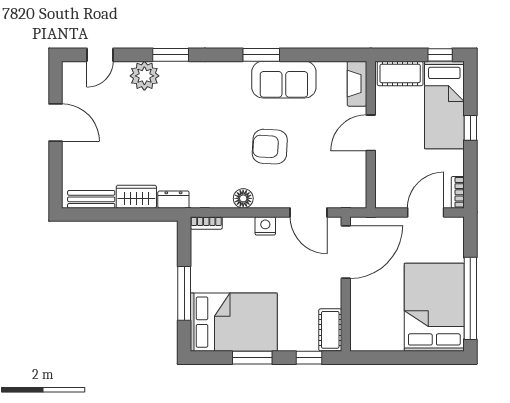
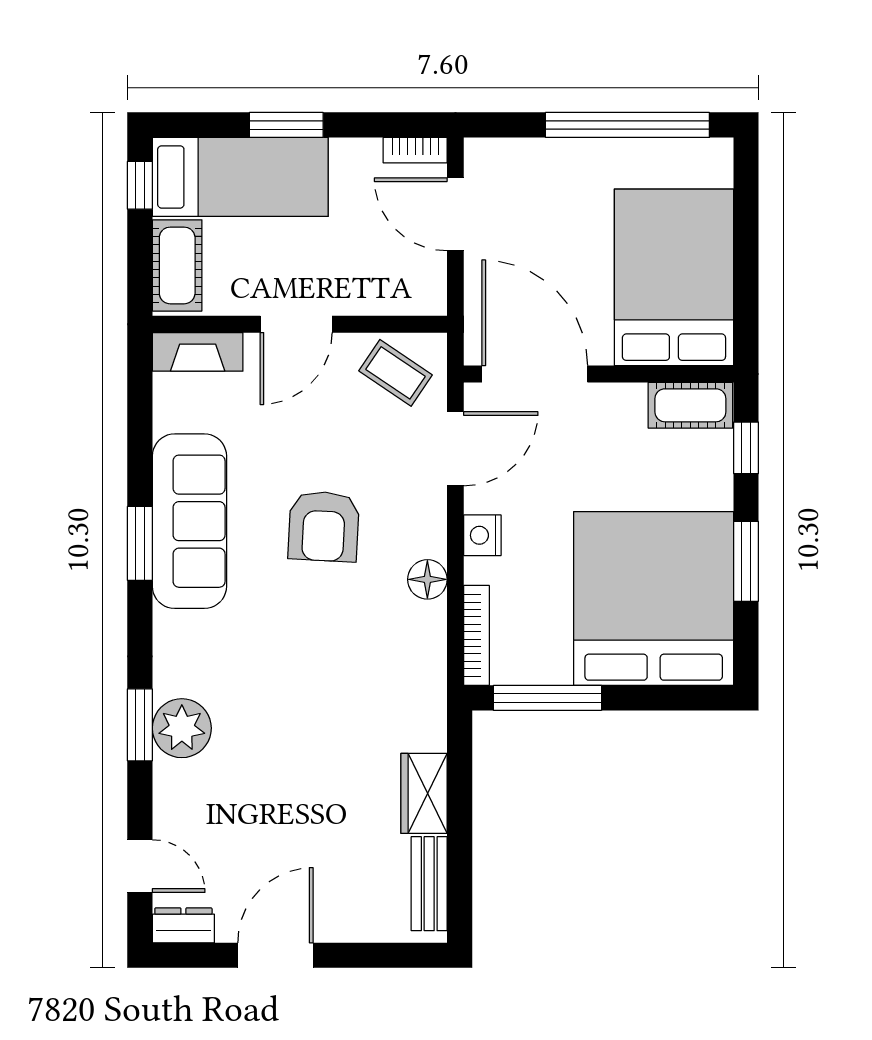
plant: (144, 76) -> (182, 728), moved
sofa: (284, 80) -> (189, 521), width x1.36
window: (470, 128) -> (286, 125), width x1.50
door: (371, 133) -> (296, 324), hinge flipped
coffee table: (346, 182) -> (395, 373), added
dresser: (173, 200) -> (183, 925), moved, turned 90
bookcase: (206, 223) -> (477, 635), width x1.56
window: (184, 293) -> (547, 698), moved
bed: (434, 307) -> (674, 277), moved, turned 90
bed: (234, 322) -> (654, 599), width x1.36

